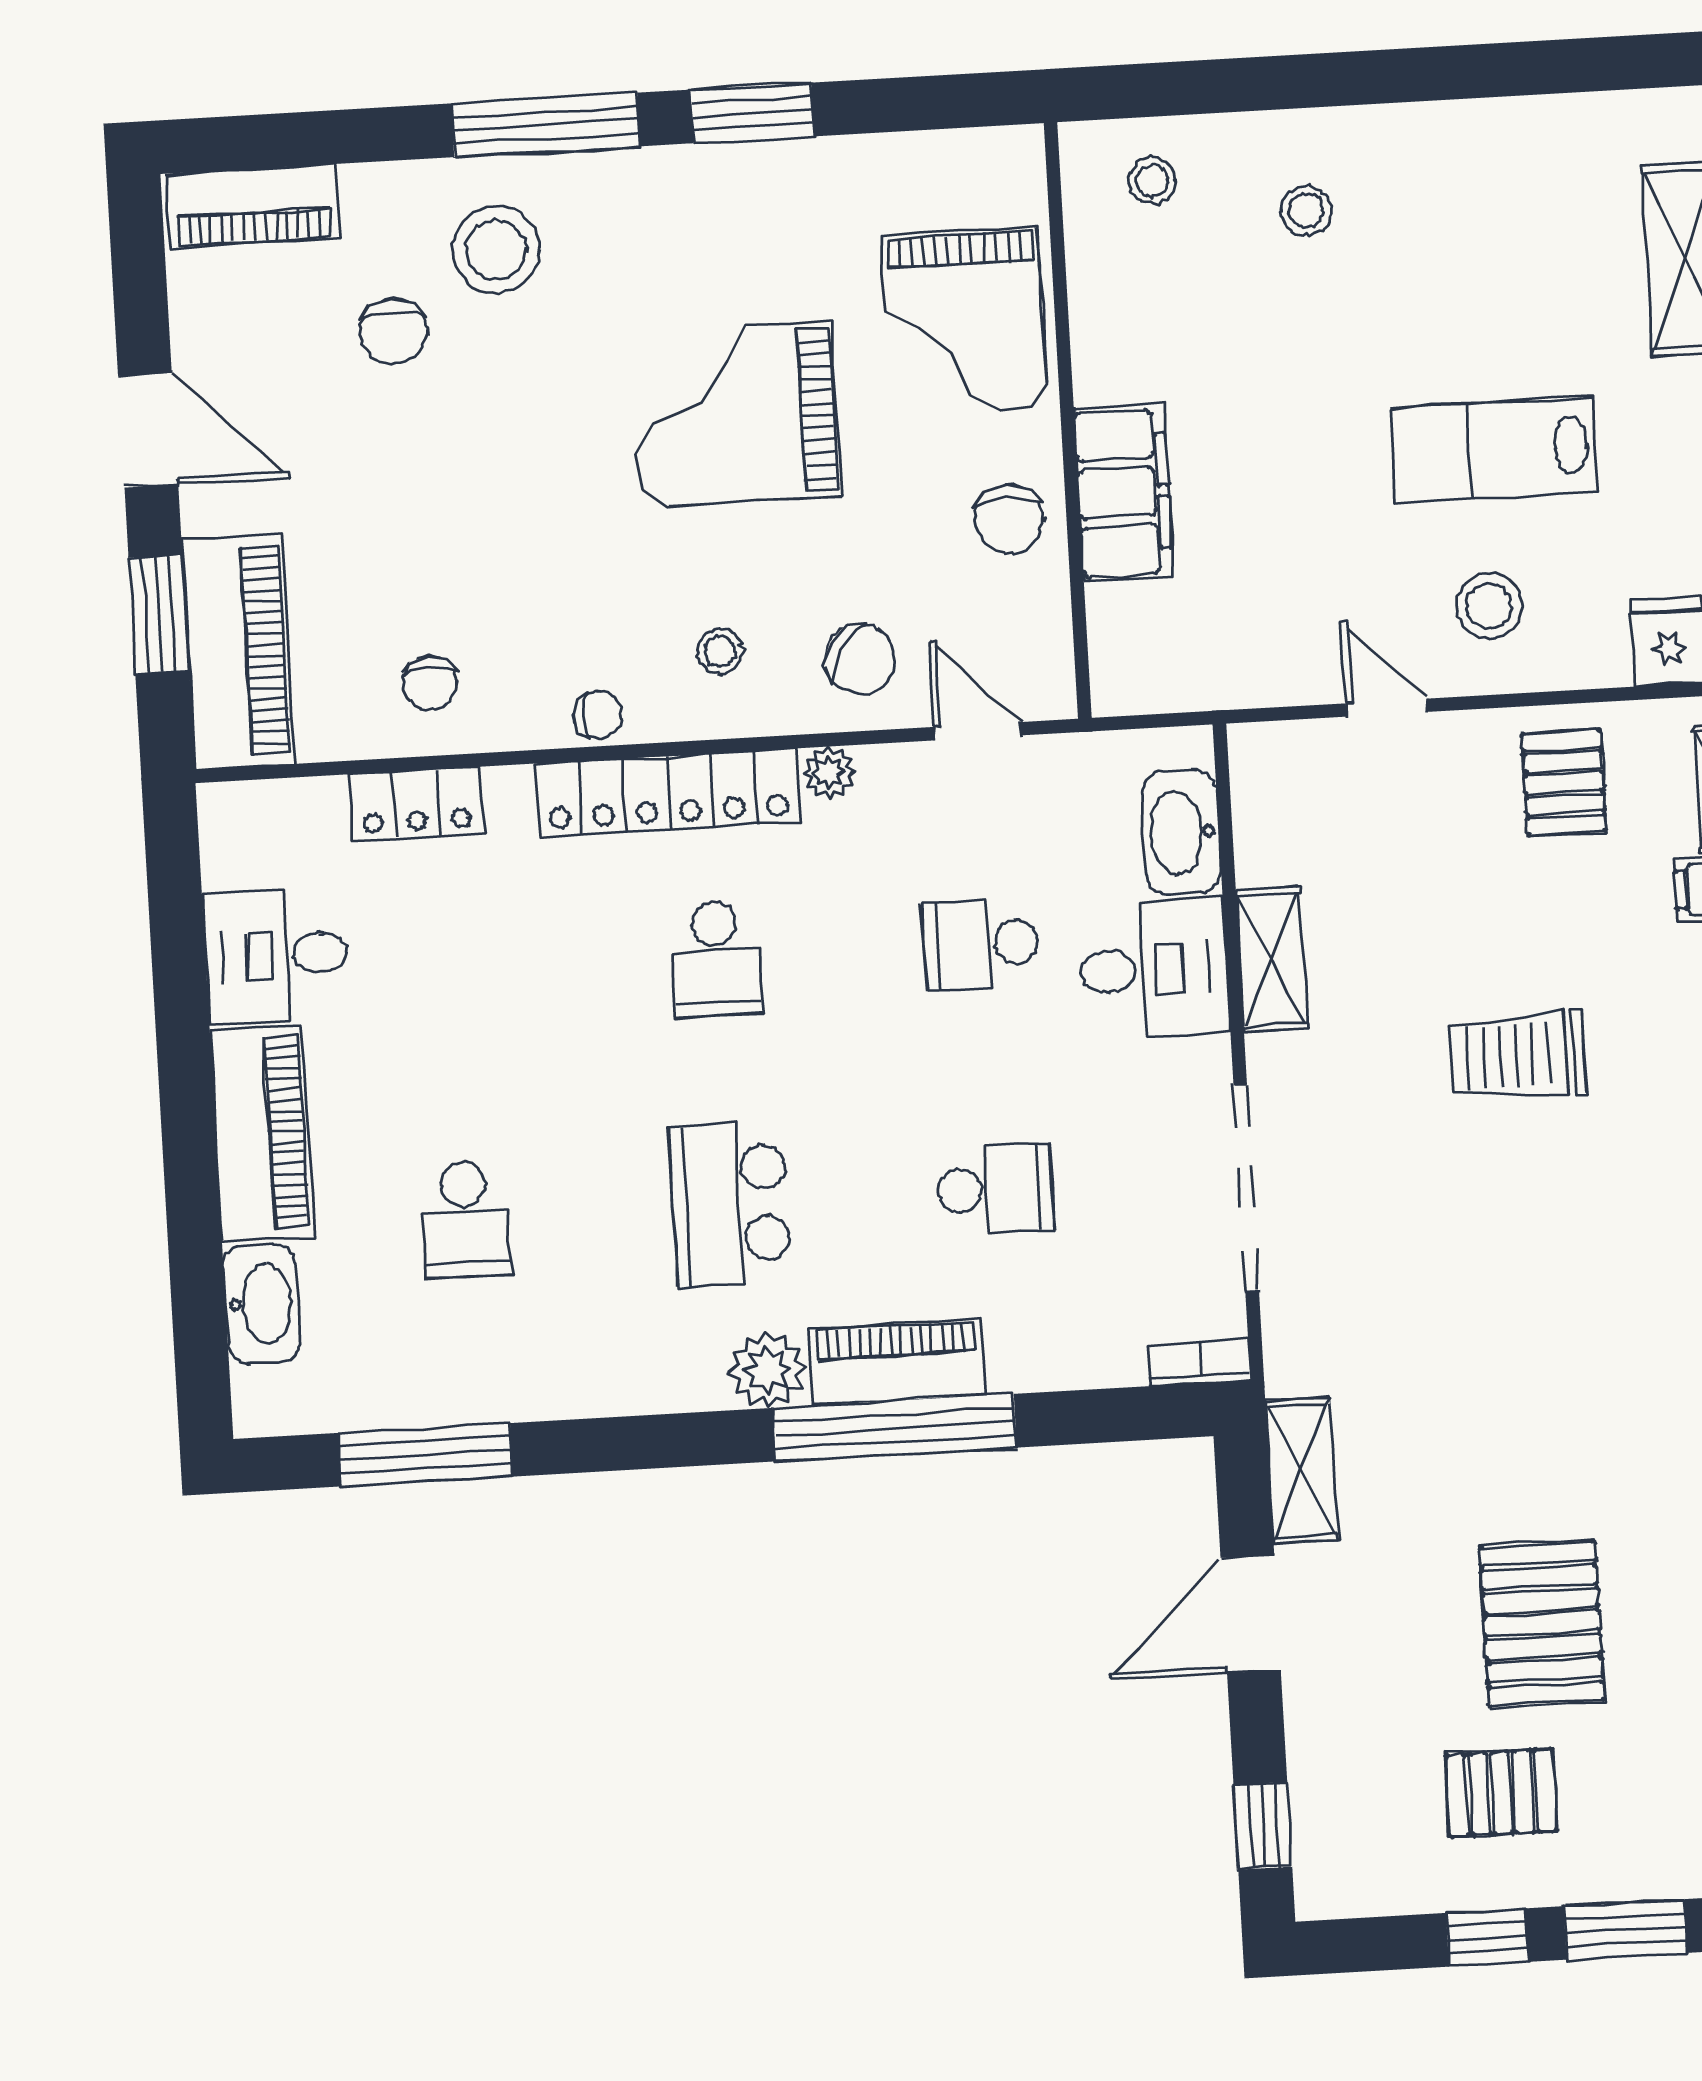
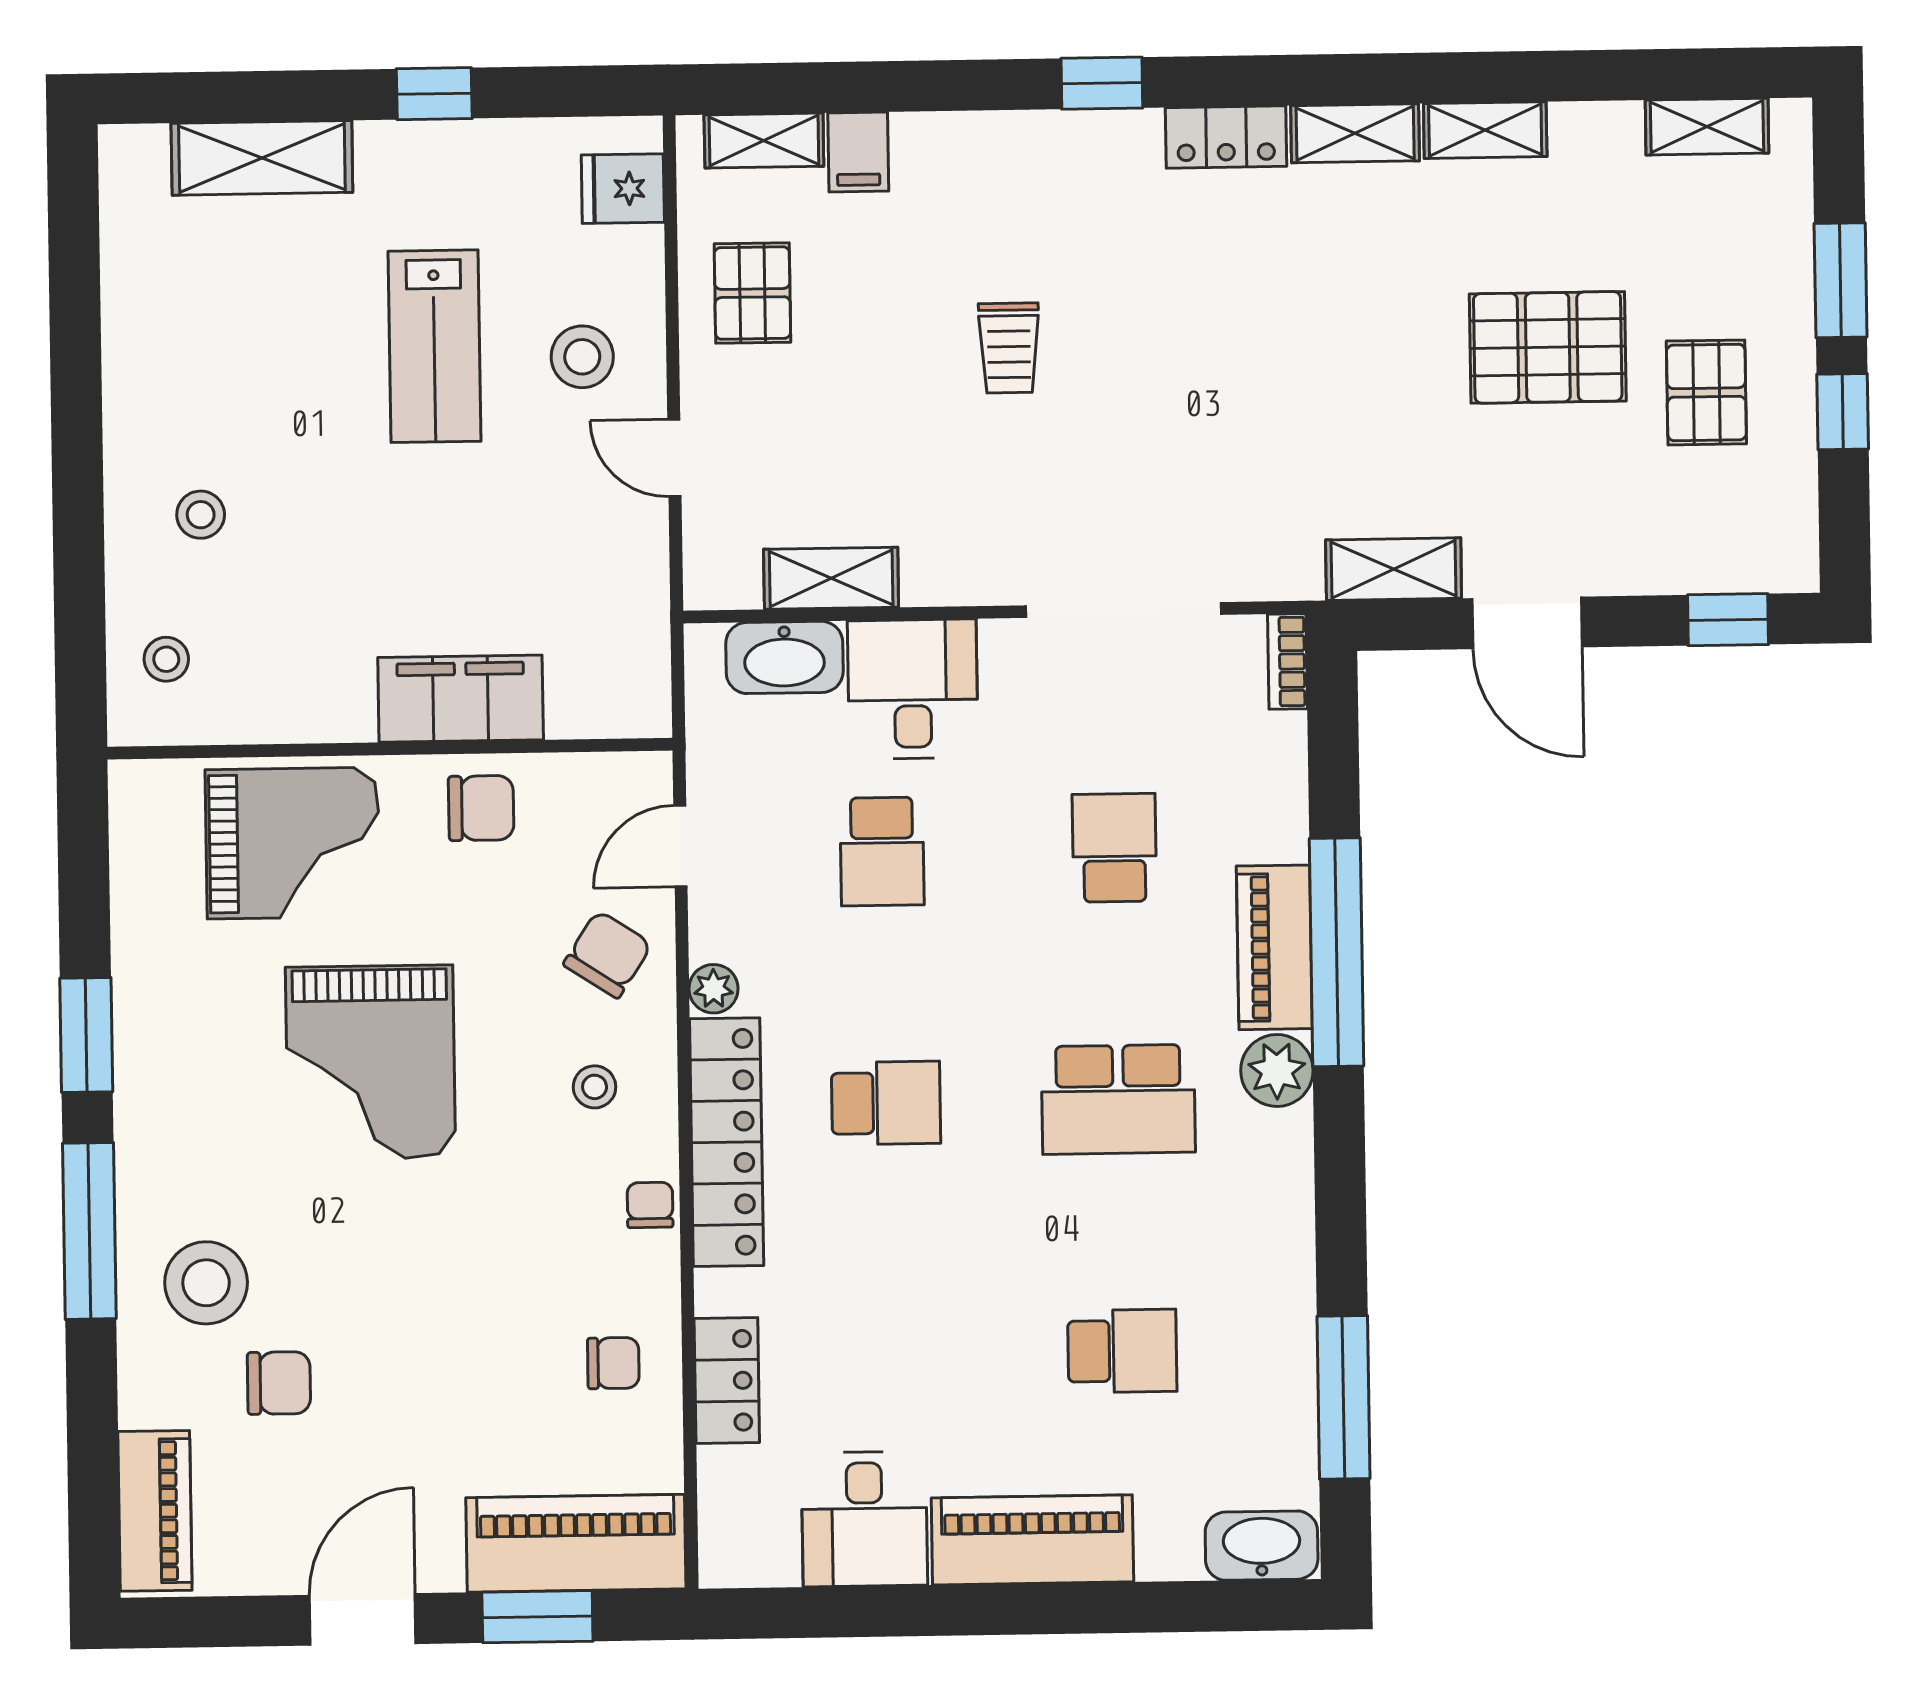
door: (1387, 708) -> (674, 458), hinge flipped
pallet: (1564, 783) -> (752, 293), turned 90
shelving: (1272, 960) -> (831, 578), moved
trolley: (1518, 1056) -> (1009, 348), width x0.73, depth x0.72
washbasin: (262, 1304) -> (1262, 1546), moved

